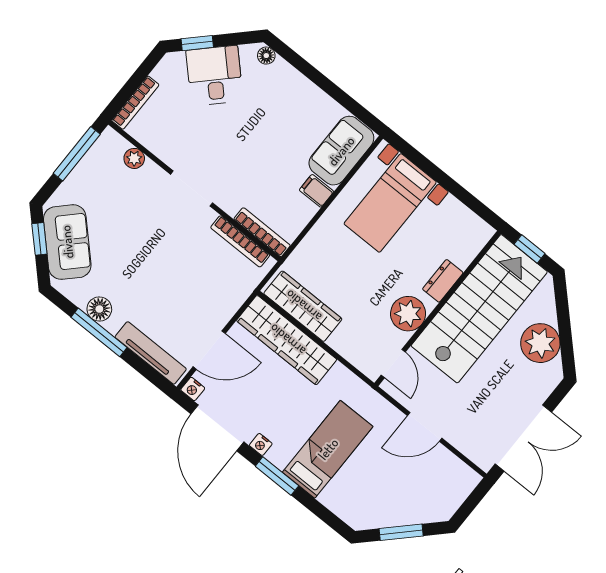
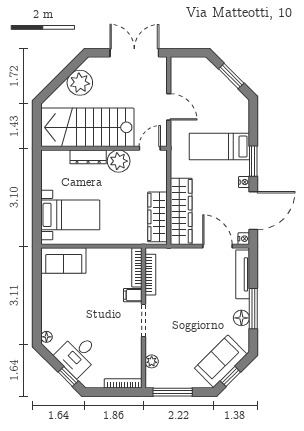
filing cabinet: (316, 191) -> (133, 295), moved, turned 90
window: (530, 249) -> (37, 126), removed
dresser: (443, 281) -> (88, 157), width x1.44

